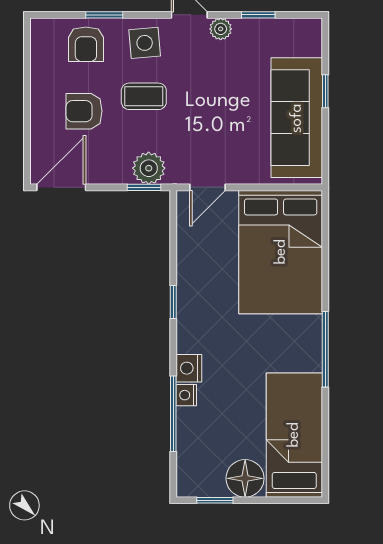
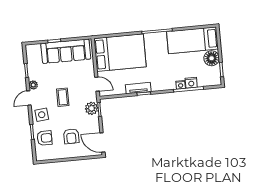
coffee table: (144, 96) -> (63, 97), moved
tv unit: (188, 289) -> (138, 88), added
nightstand: (189, 368) -> (191, 83), moved

